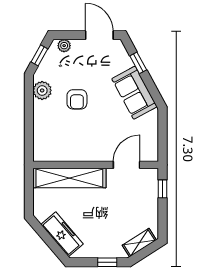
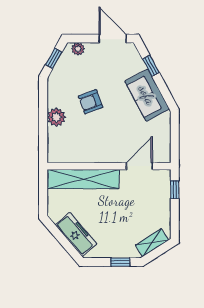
plant: (42, 90) -> (56, 117), moved
armchair: (77, 99) -> (91, 102), turned 70

